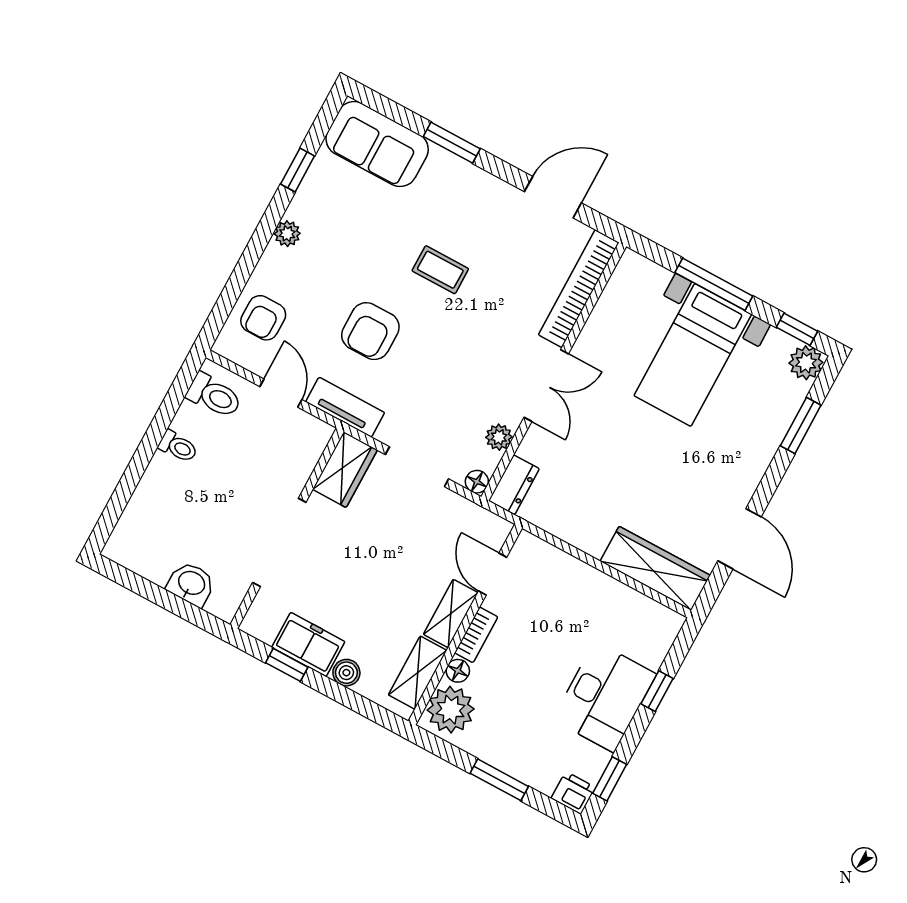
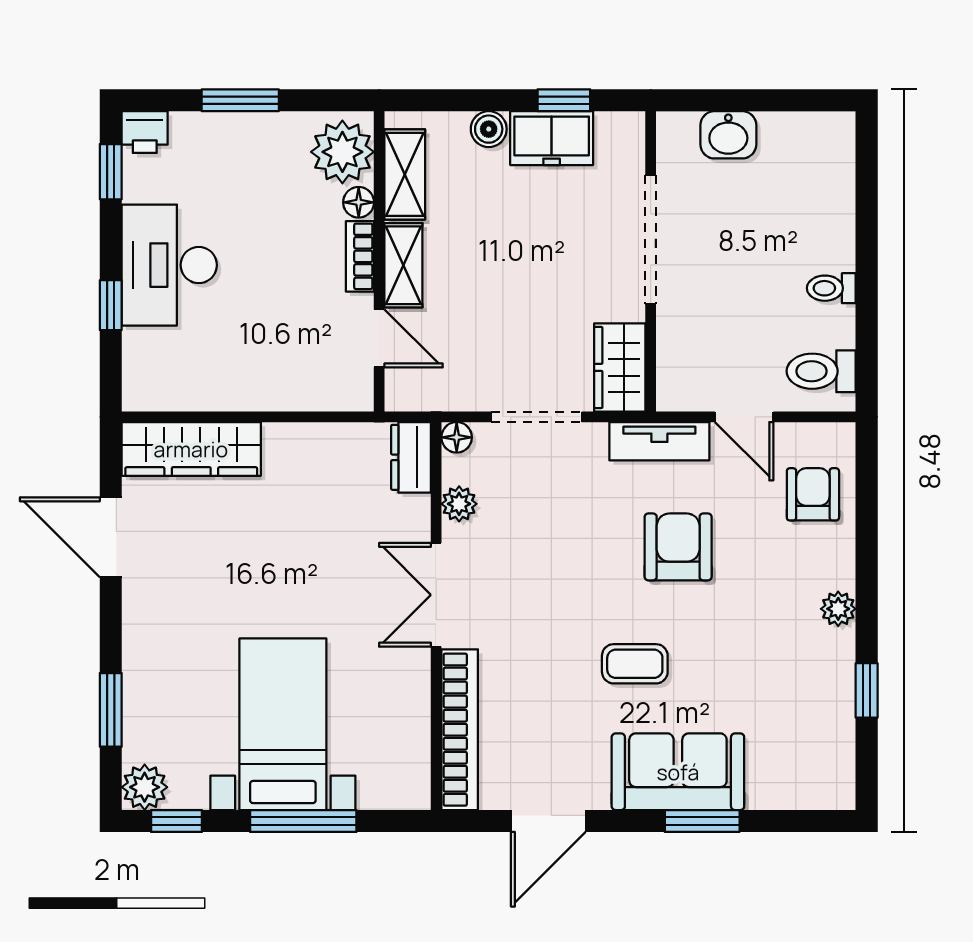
sofa: (377, 144) -> (678, 772), moved

